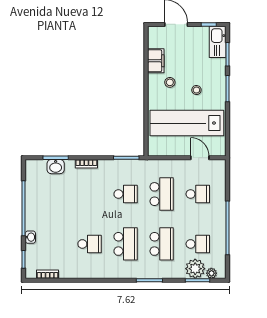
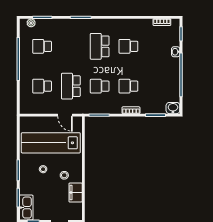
lab bench: (187, 123) -> (51, 143), turned 180
door: (200, 158) -> (65, 115), moved
washbasin: (56, 167) -> (173, 108), moved
school desk: (162, 244) -> (128, 86), moved, width x0.54
plant: (195, 269) -> (44, 27), removed

